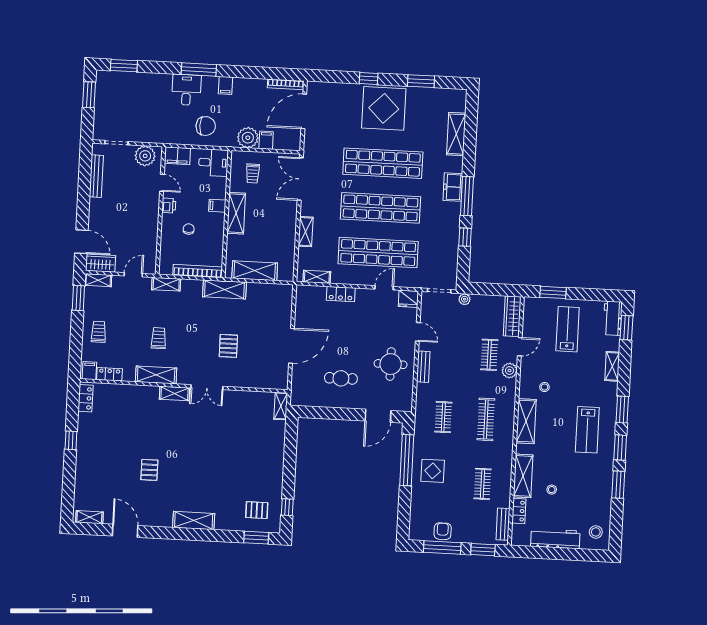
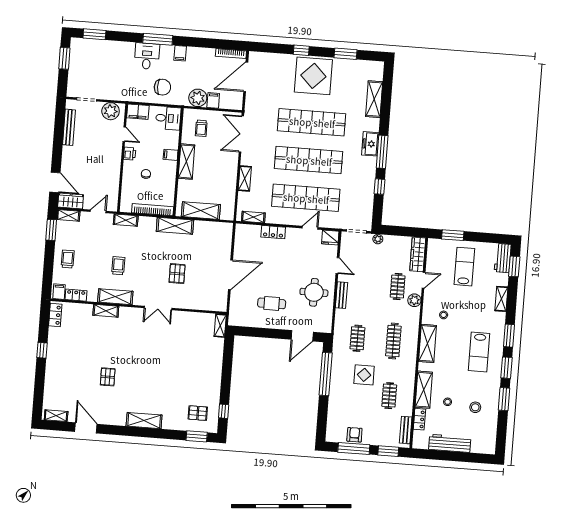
shelving: (175, 393) -> (106, 311), moved
display table: (433, 471) -> (364, 375), moved
stool: (596, 532) -> (475, 407), moved

